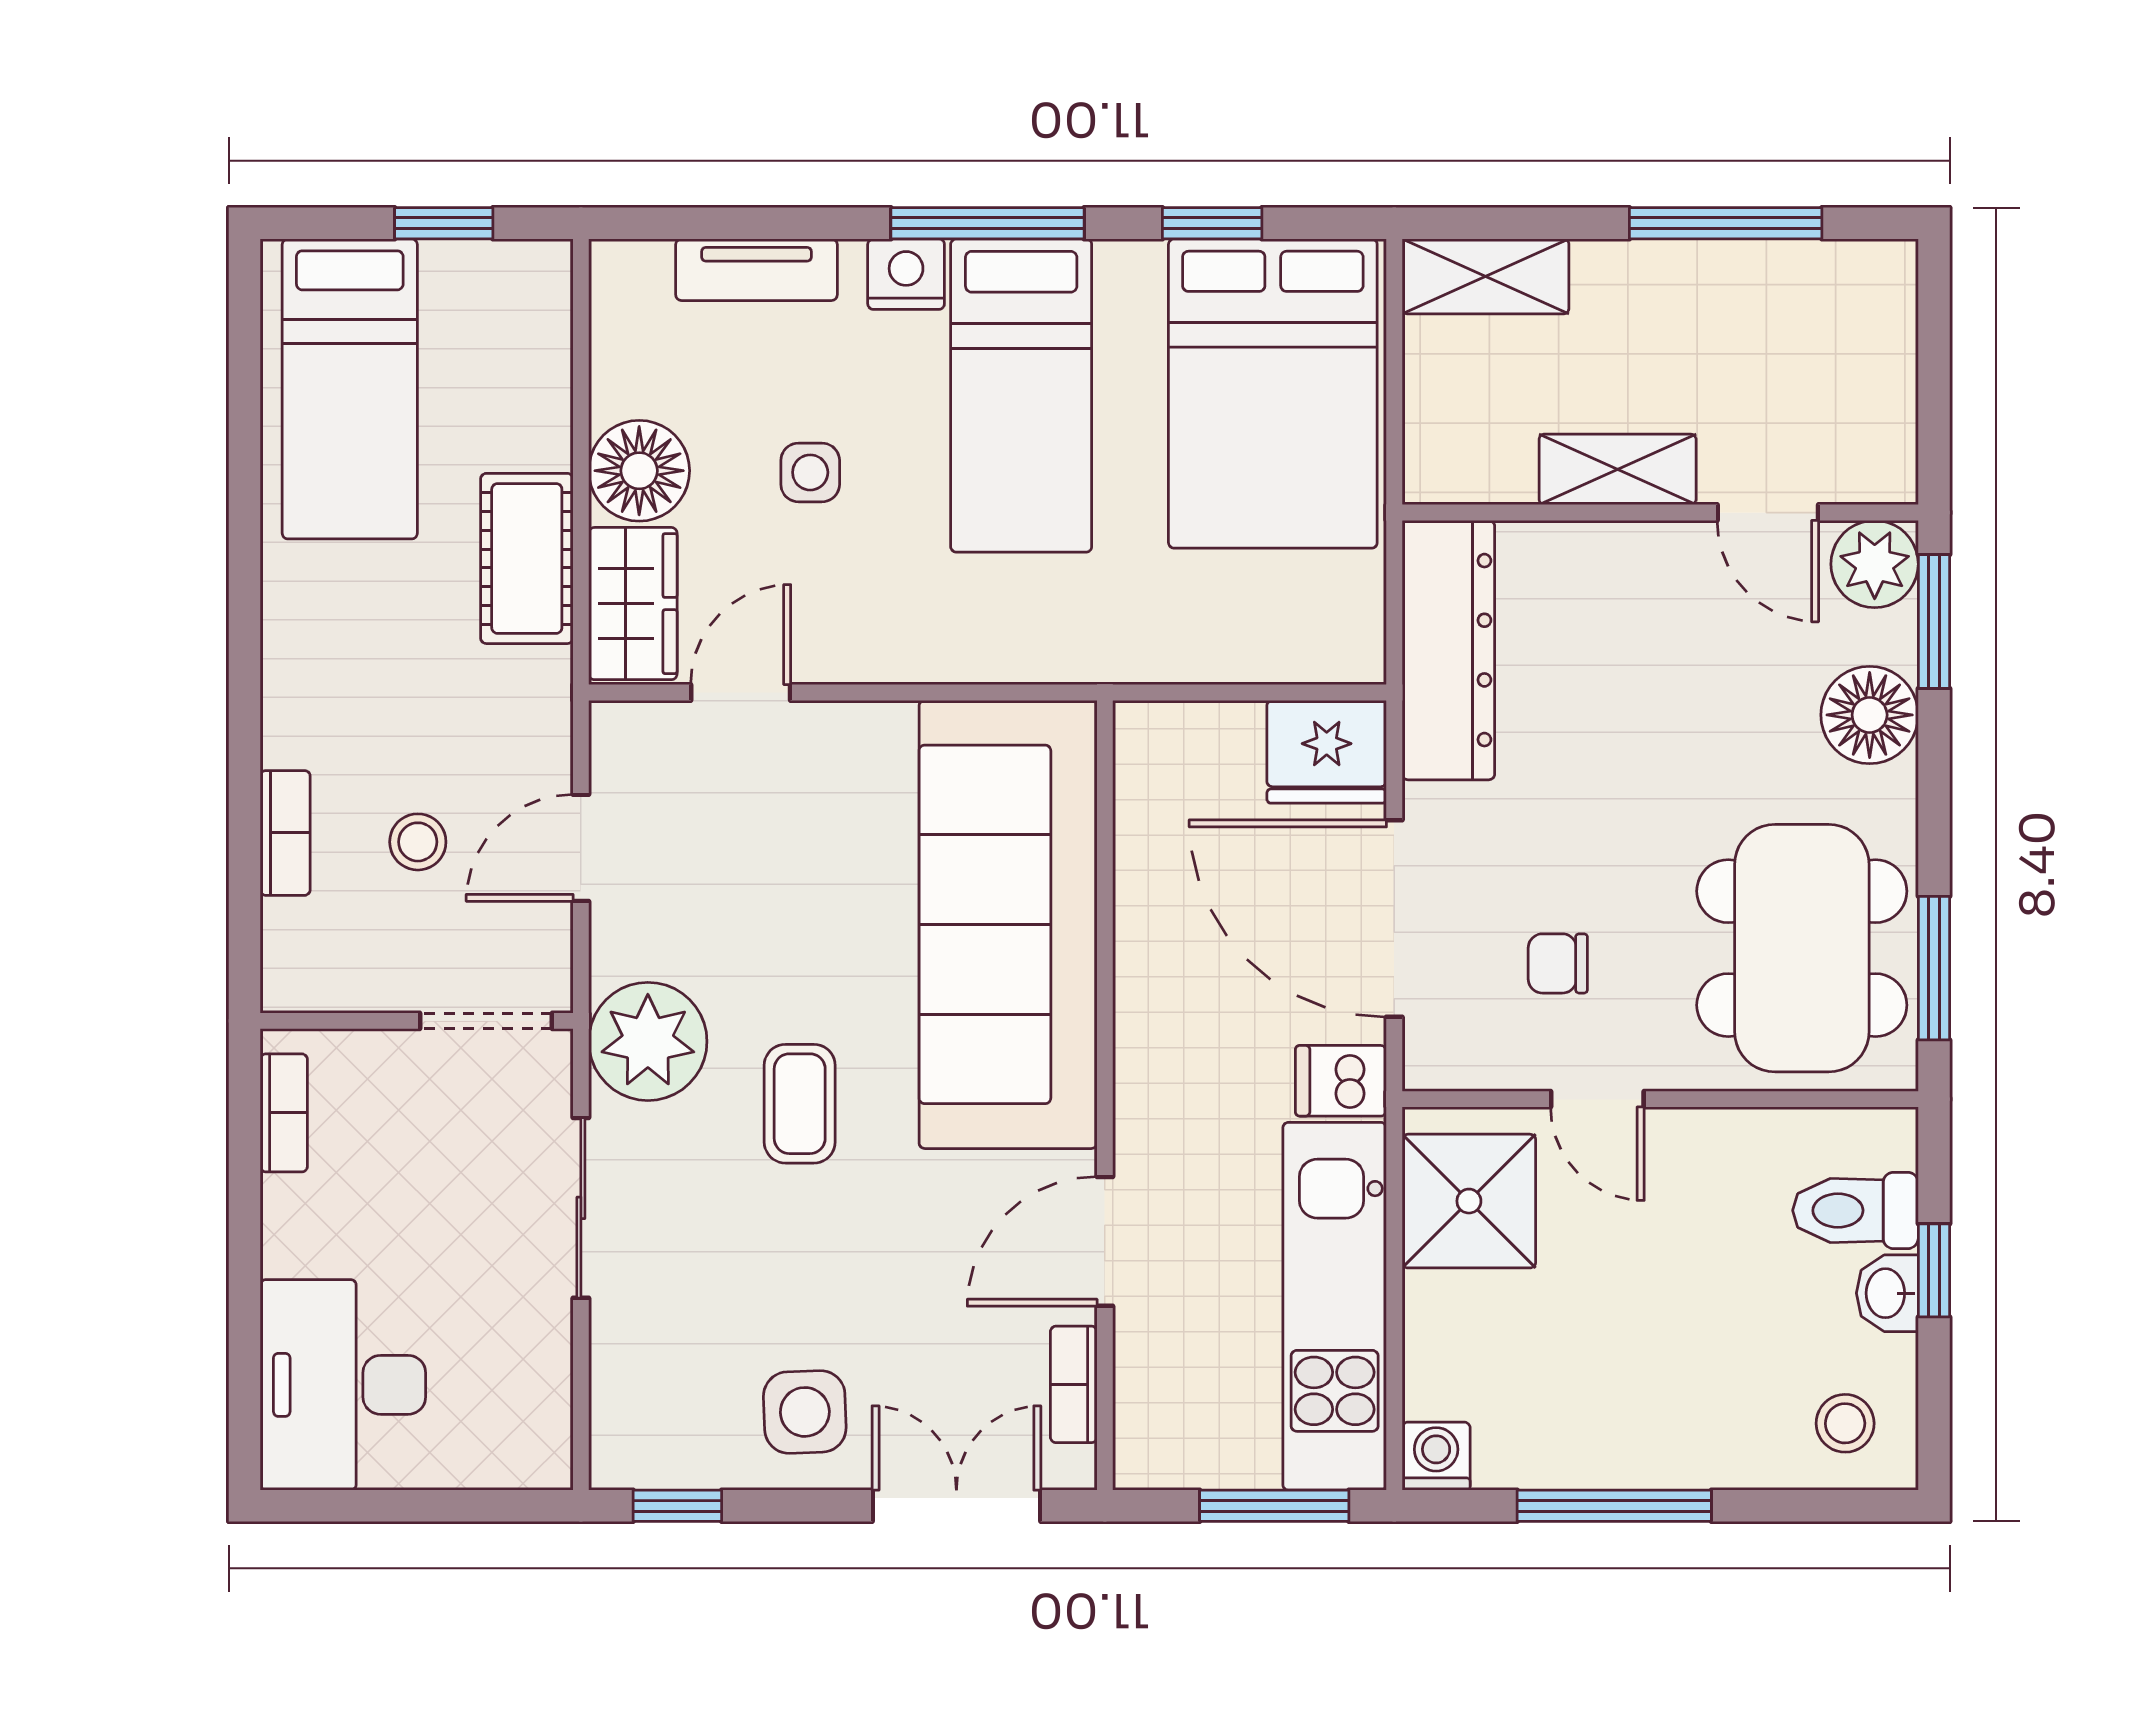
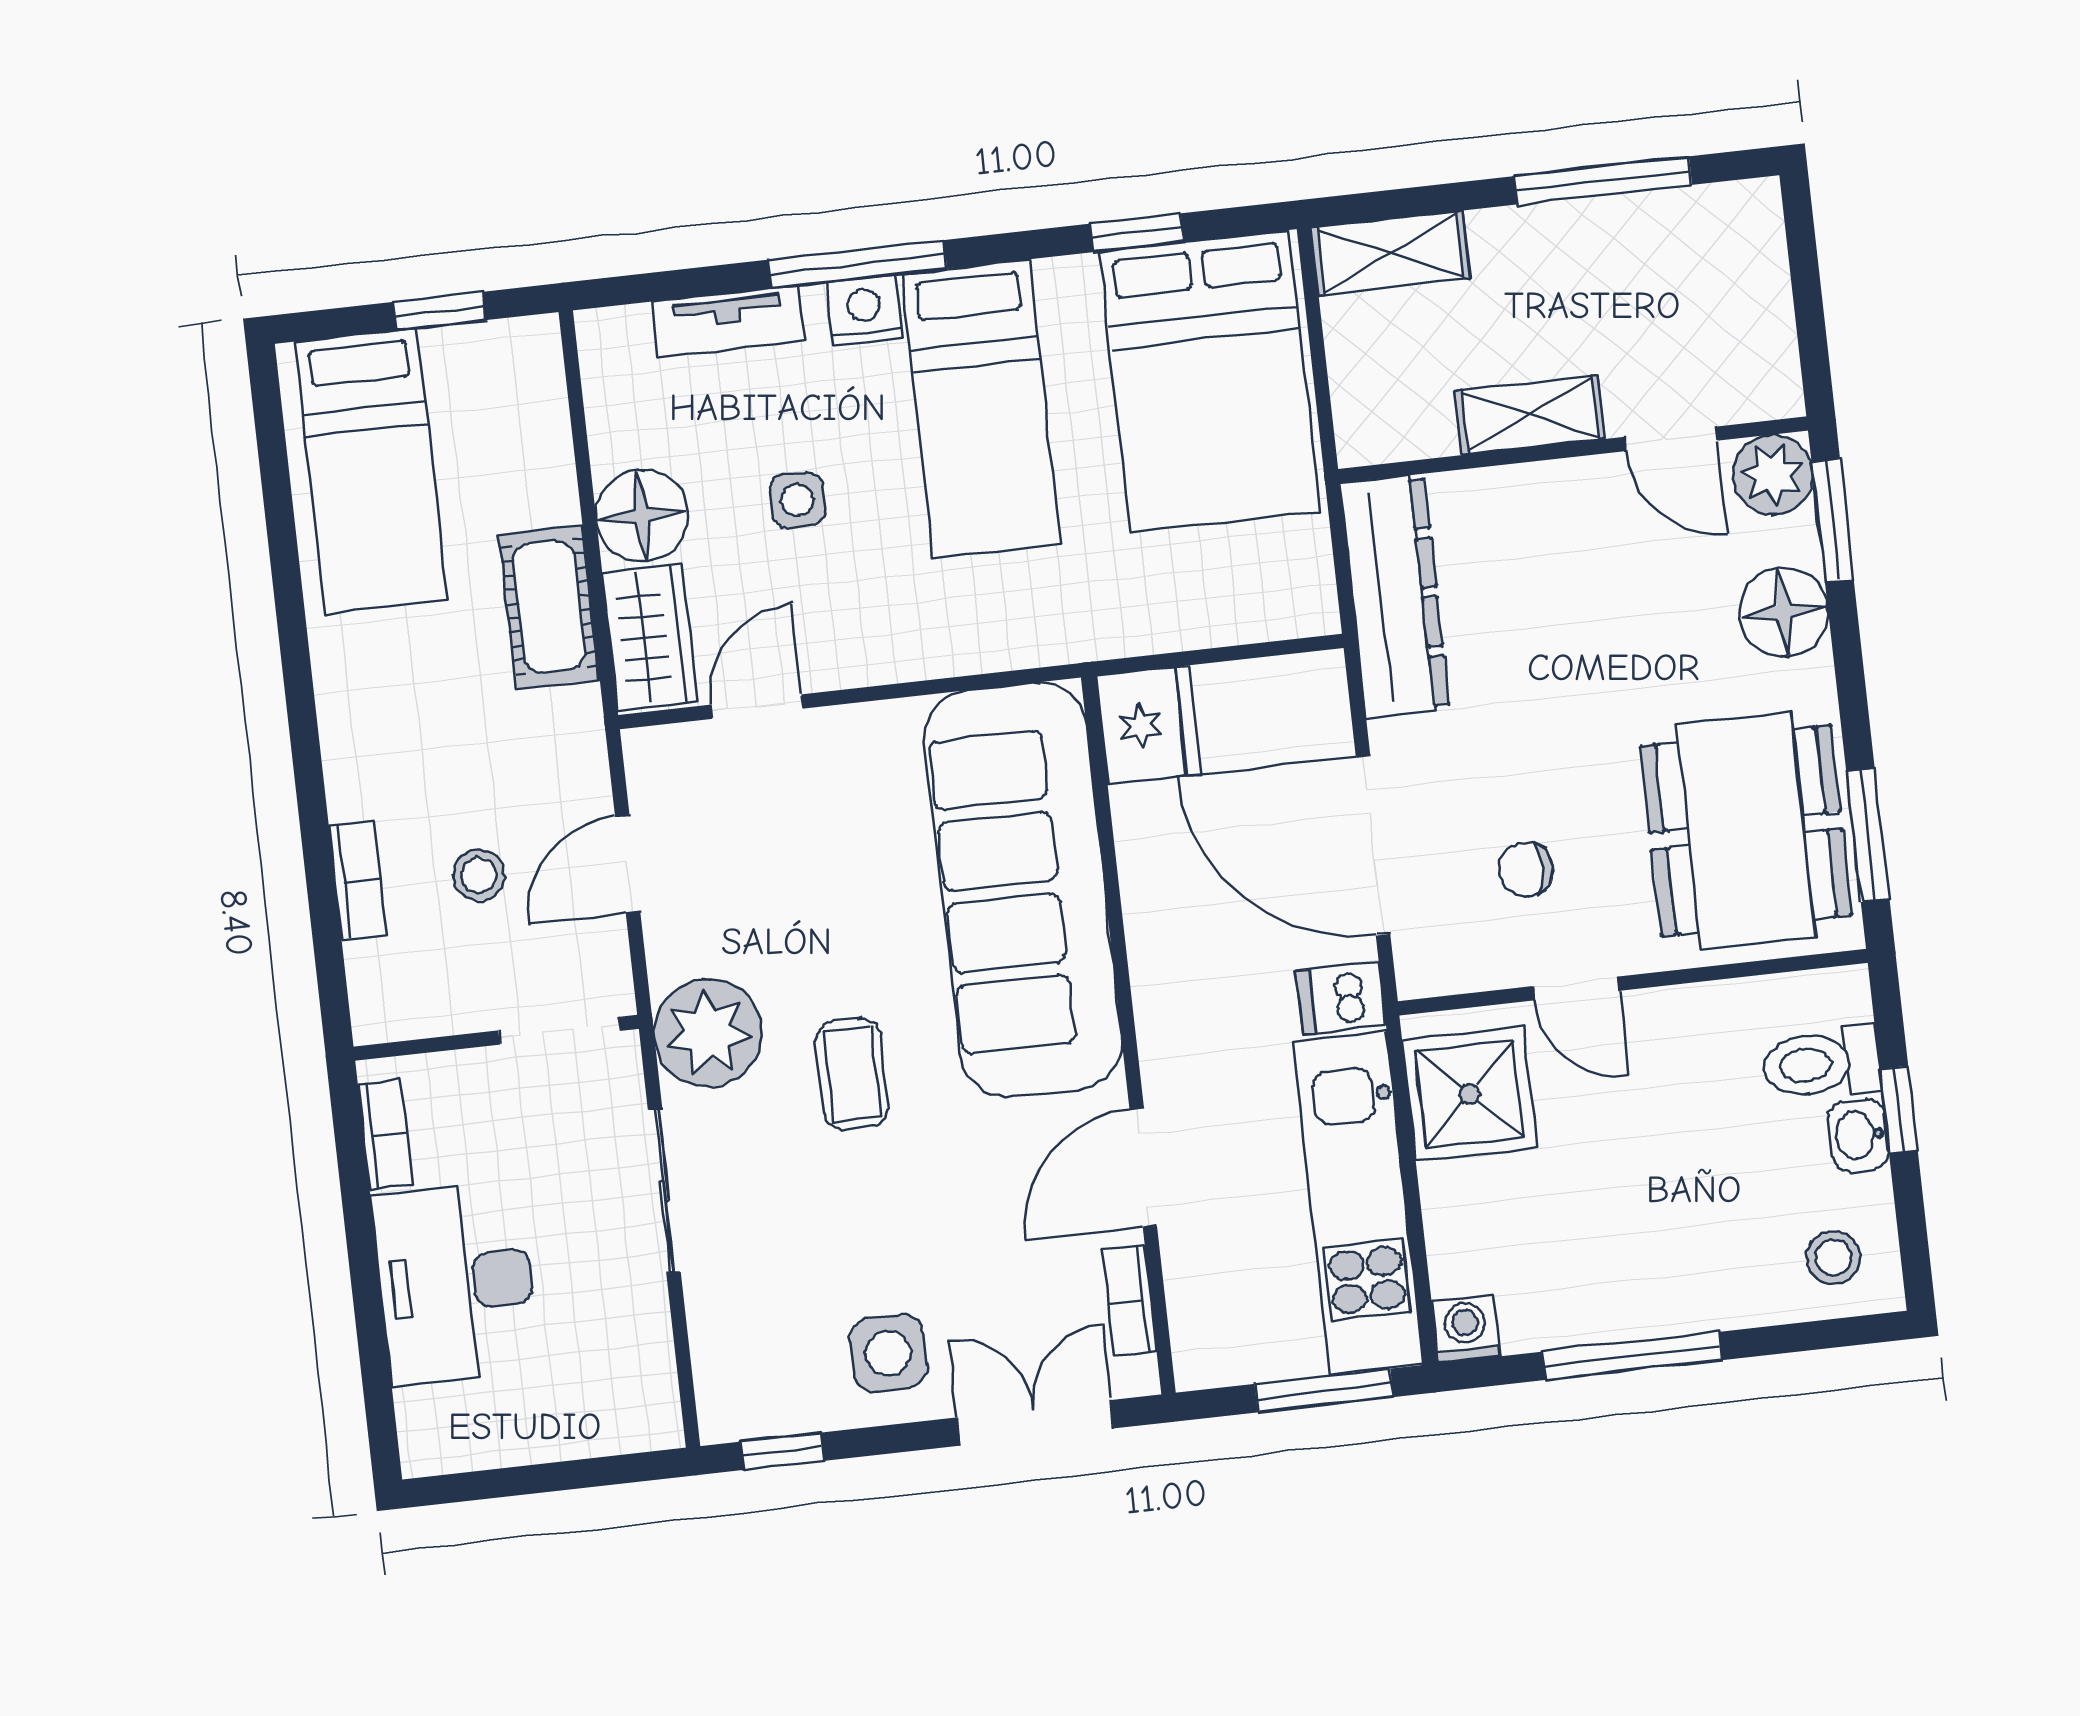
window: (988, 223) -> (858, 264), moved
fridge: (1327, 752) -> (1148, 725), moved, turned -90
desk: (343, 1385) -> (456, 1283), moved

